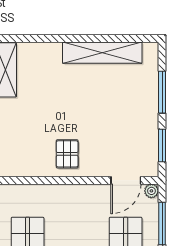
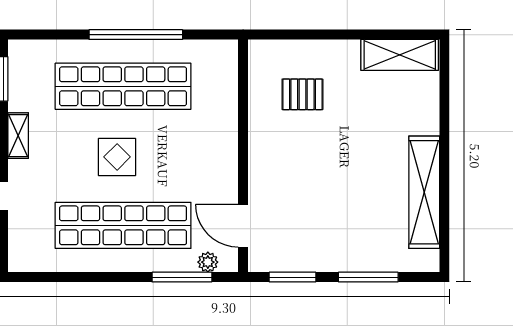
pallet: (67, 154) -> (302, 94), moved
plant: (151, 191) -> (208, 262), moved

